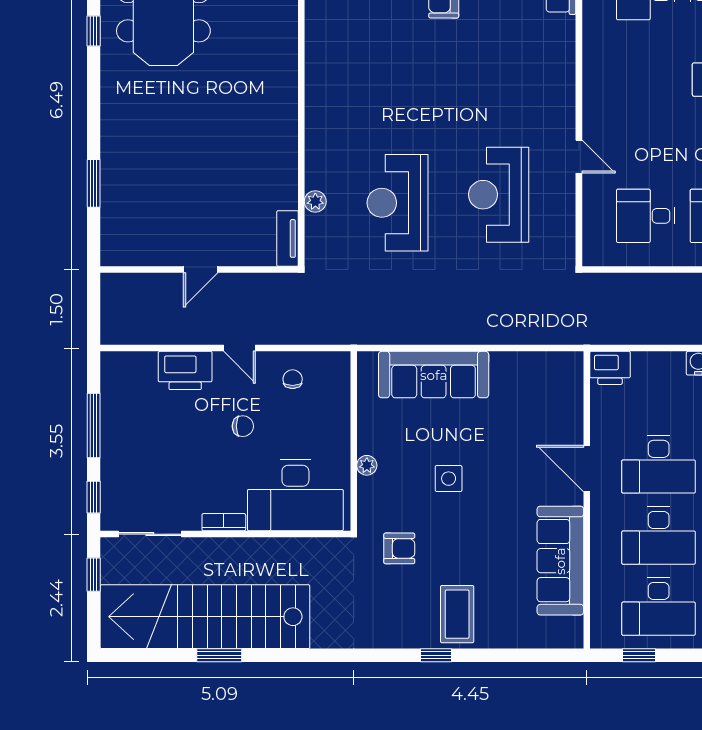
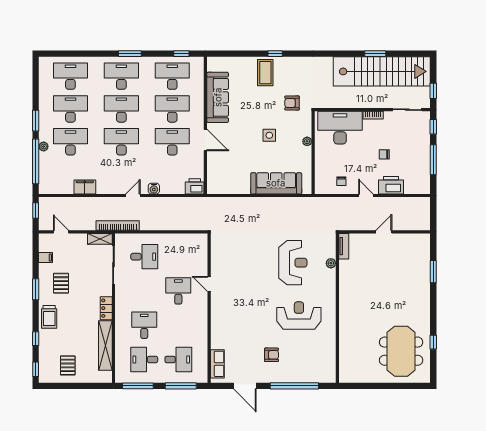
reception desk: (499, 195) -> (299, 316), moved, turned -90
desk: (645, 216) -> (178, 291), moved, turned -90
chair: (243, 426) -> (384, 154), moved

